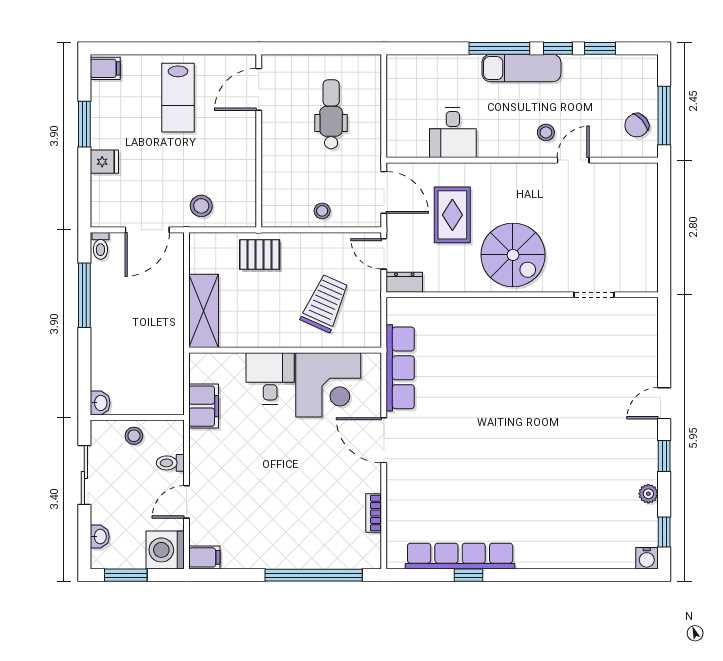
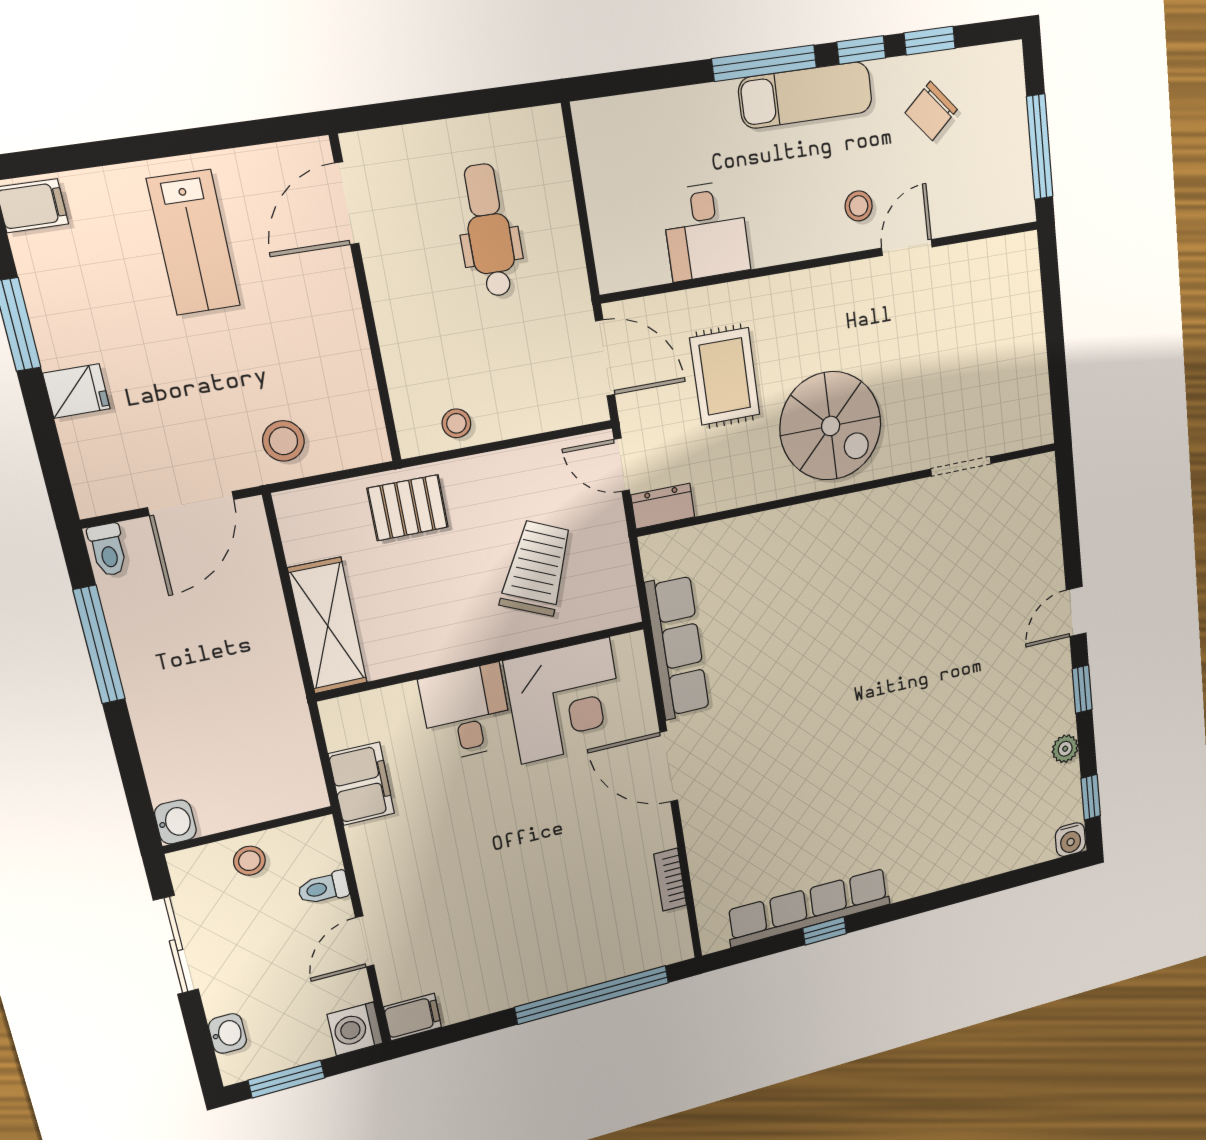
chair: (637, 125) -> (931, 111), moved
stool: (322, 211) -> (456, 423), moved
washing machine: (165, 550) -> (355, 1029), width x0.73, depth x0.73

